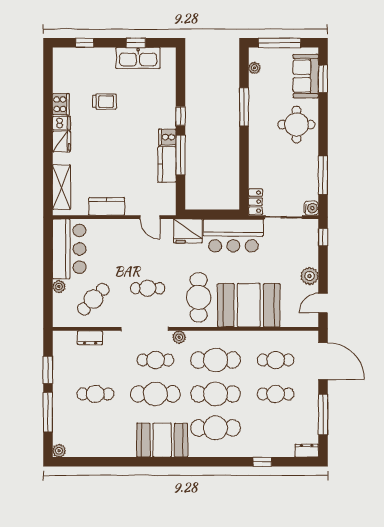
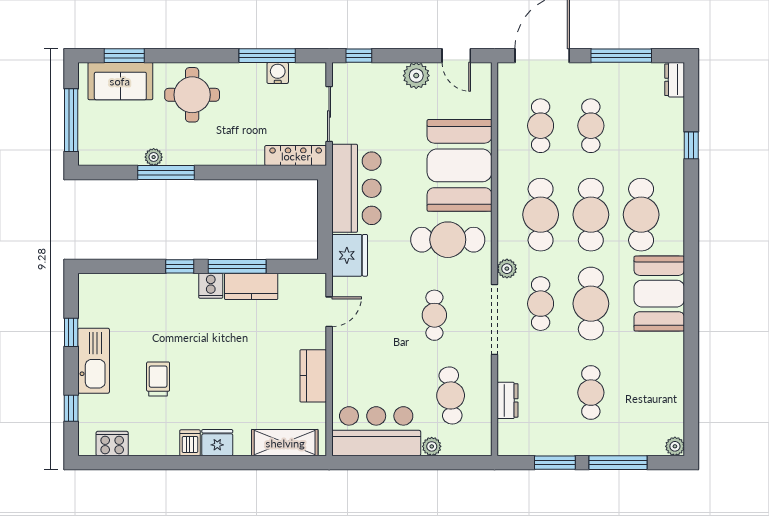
kitchen sink: (138, 58) -> (94, 361), moved
plant: (254, 68) -> (154, 157), moved
cooker: (61, 104) -> (112, 444), moved
locker: (255, 202) -> (296, 156), width x1.53
water cooler: (311, 208) -> (278, 73), moved
cafe table: (93, 299) -> (451, 395), turned 41

